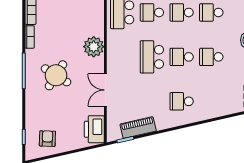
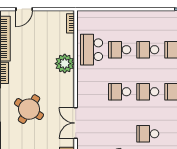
plant: (94, 47) -> (65, 64), moved
school desk: (152, 57) -> (120, 92), width x0.54

